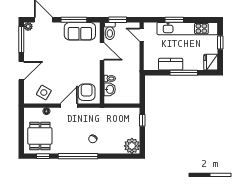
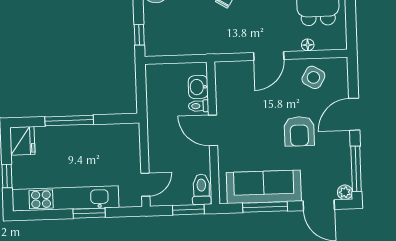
sofa: (80, 31) -> (264, 187), width x1.36
door: (142, 35) -> (145, 185), hinge flipped
door: (102, 51) -> (213, 130), moved
kitchen counter: (171, 64) -> (93, 135), removed
armchair: (87, 92) -> (299, 131), moved

